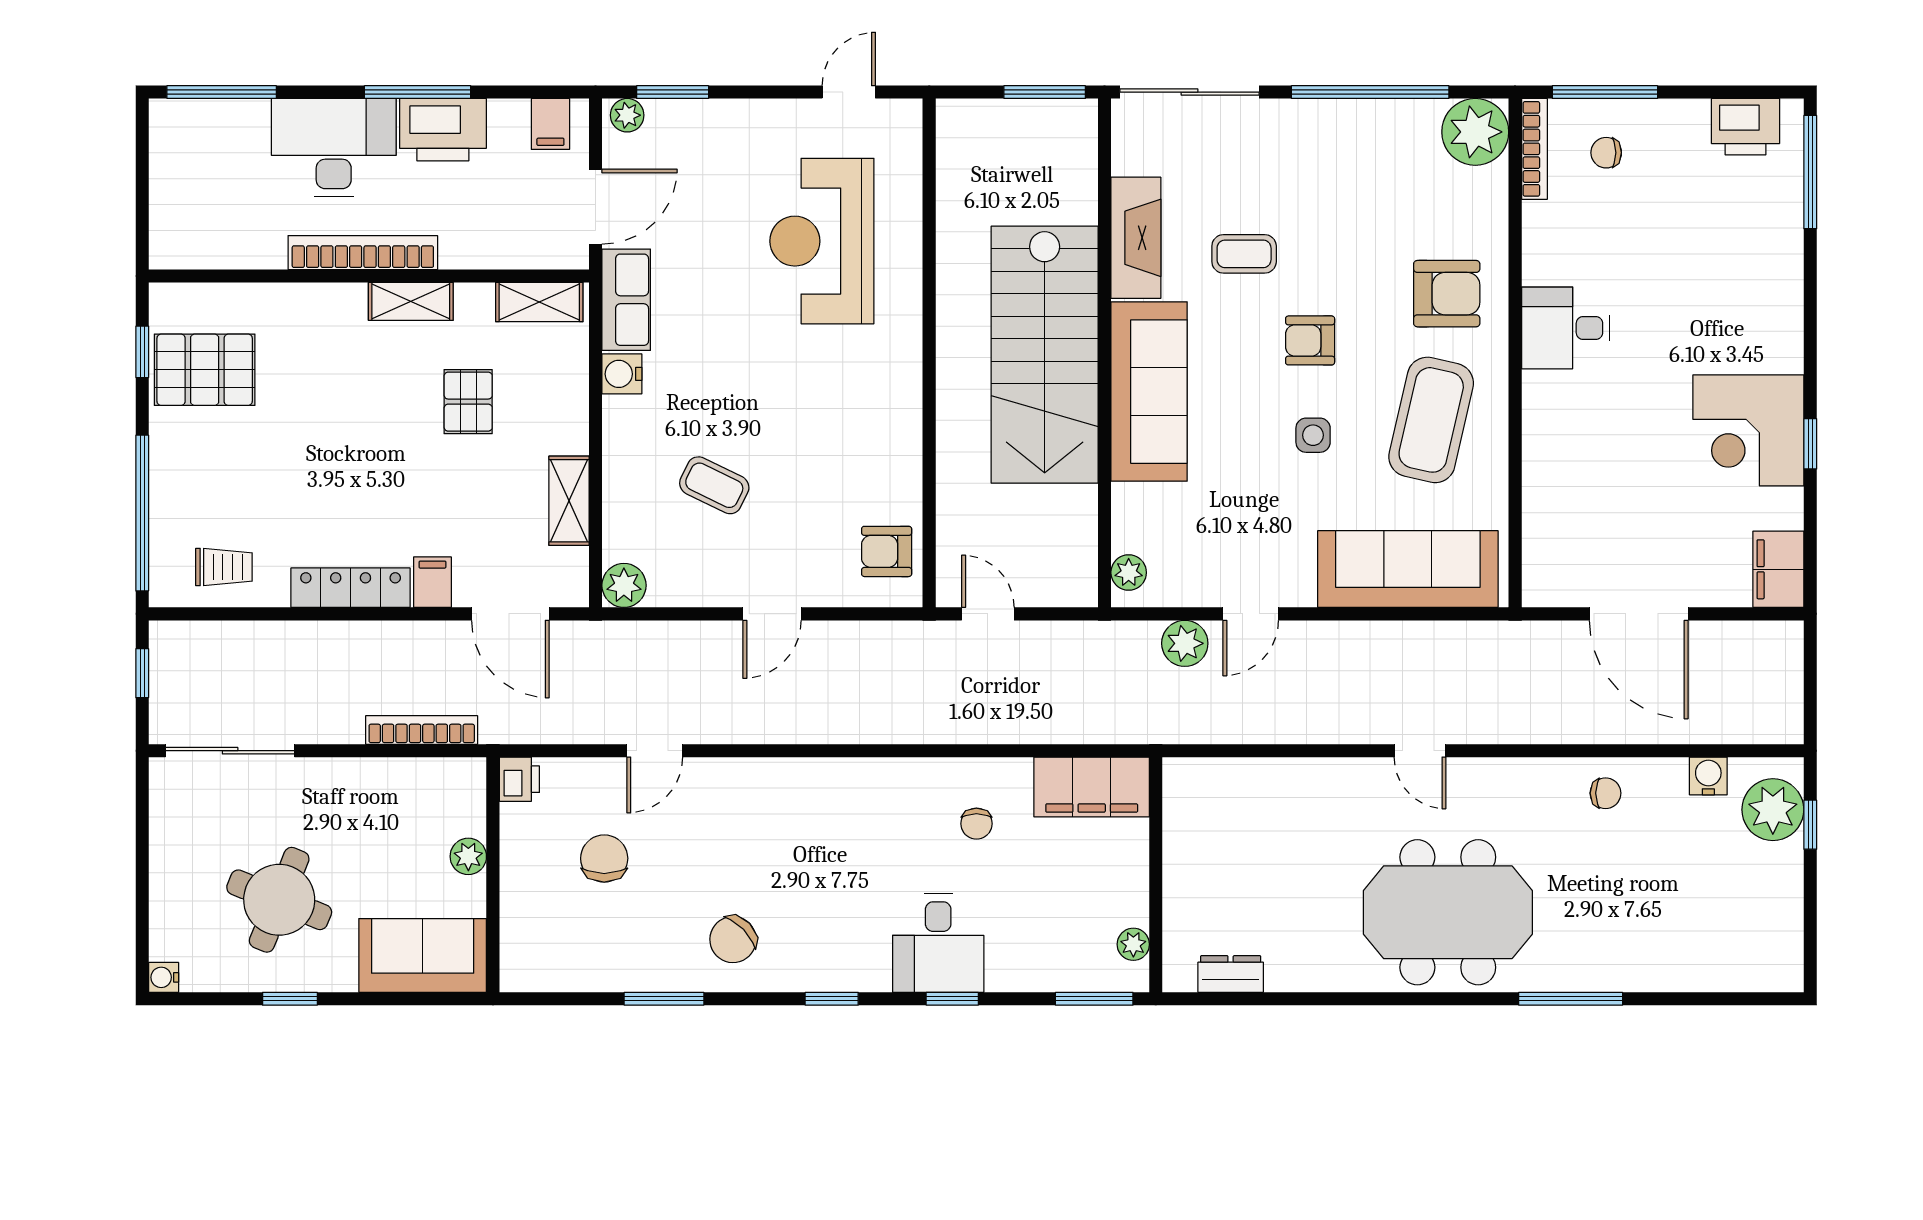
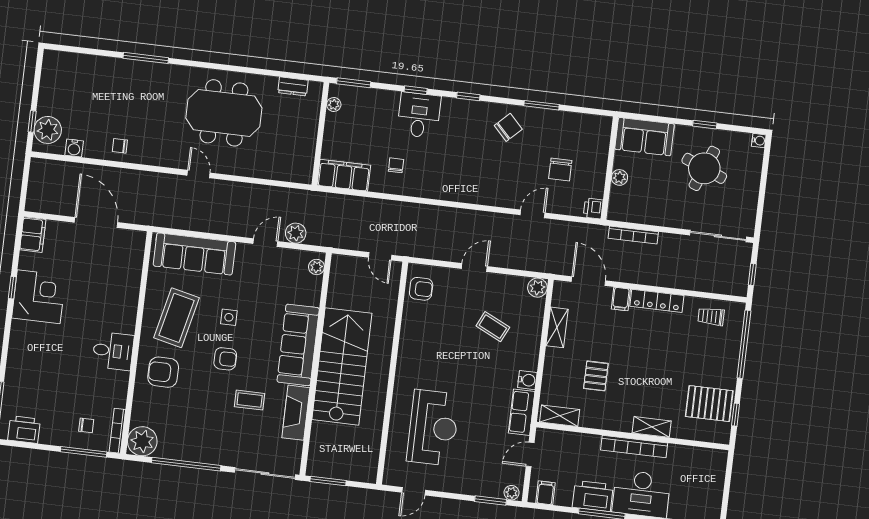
door: (596, 207) -> (530, 454), width x0.73
shelving: (411, 301) -> (652, 427), moved
meeting table: (1448, 912) -> (224, 113), moved

